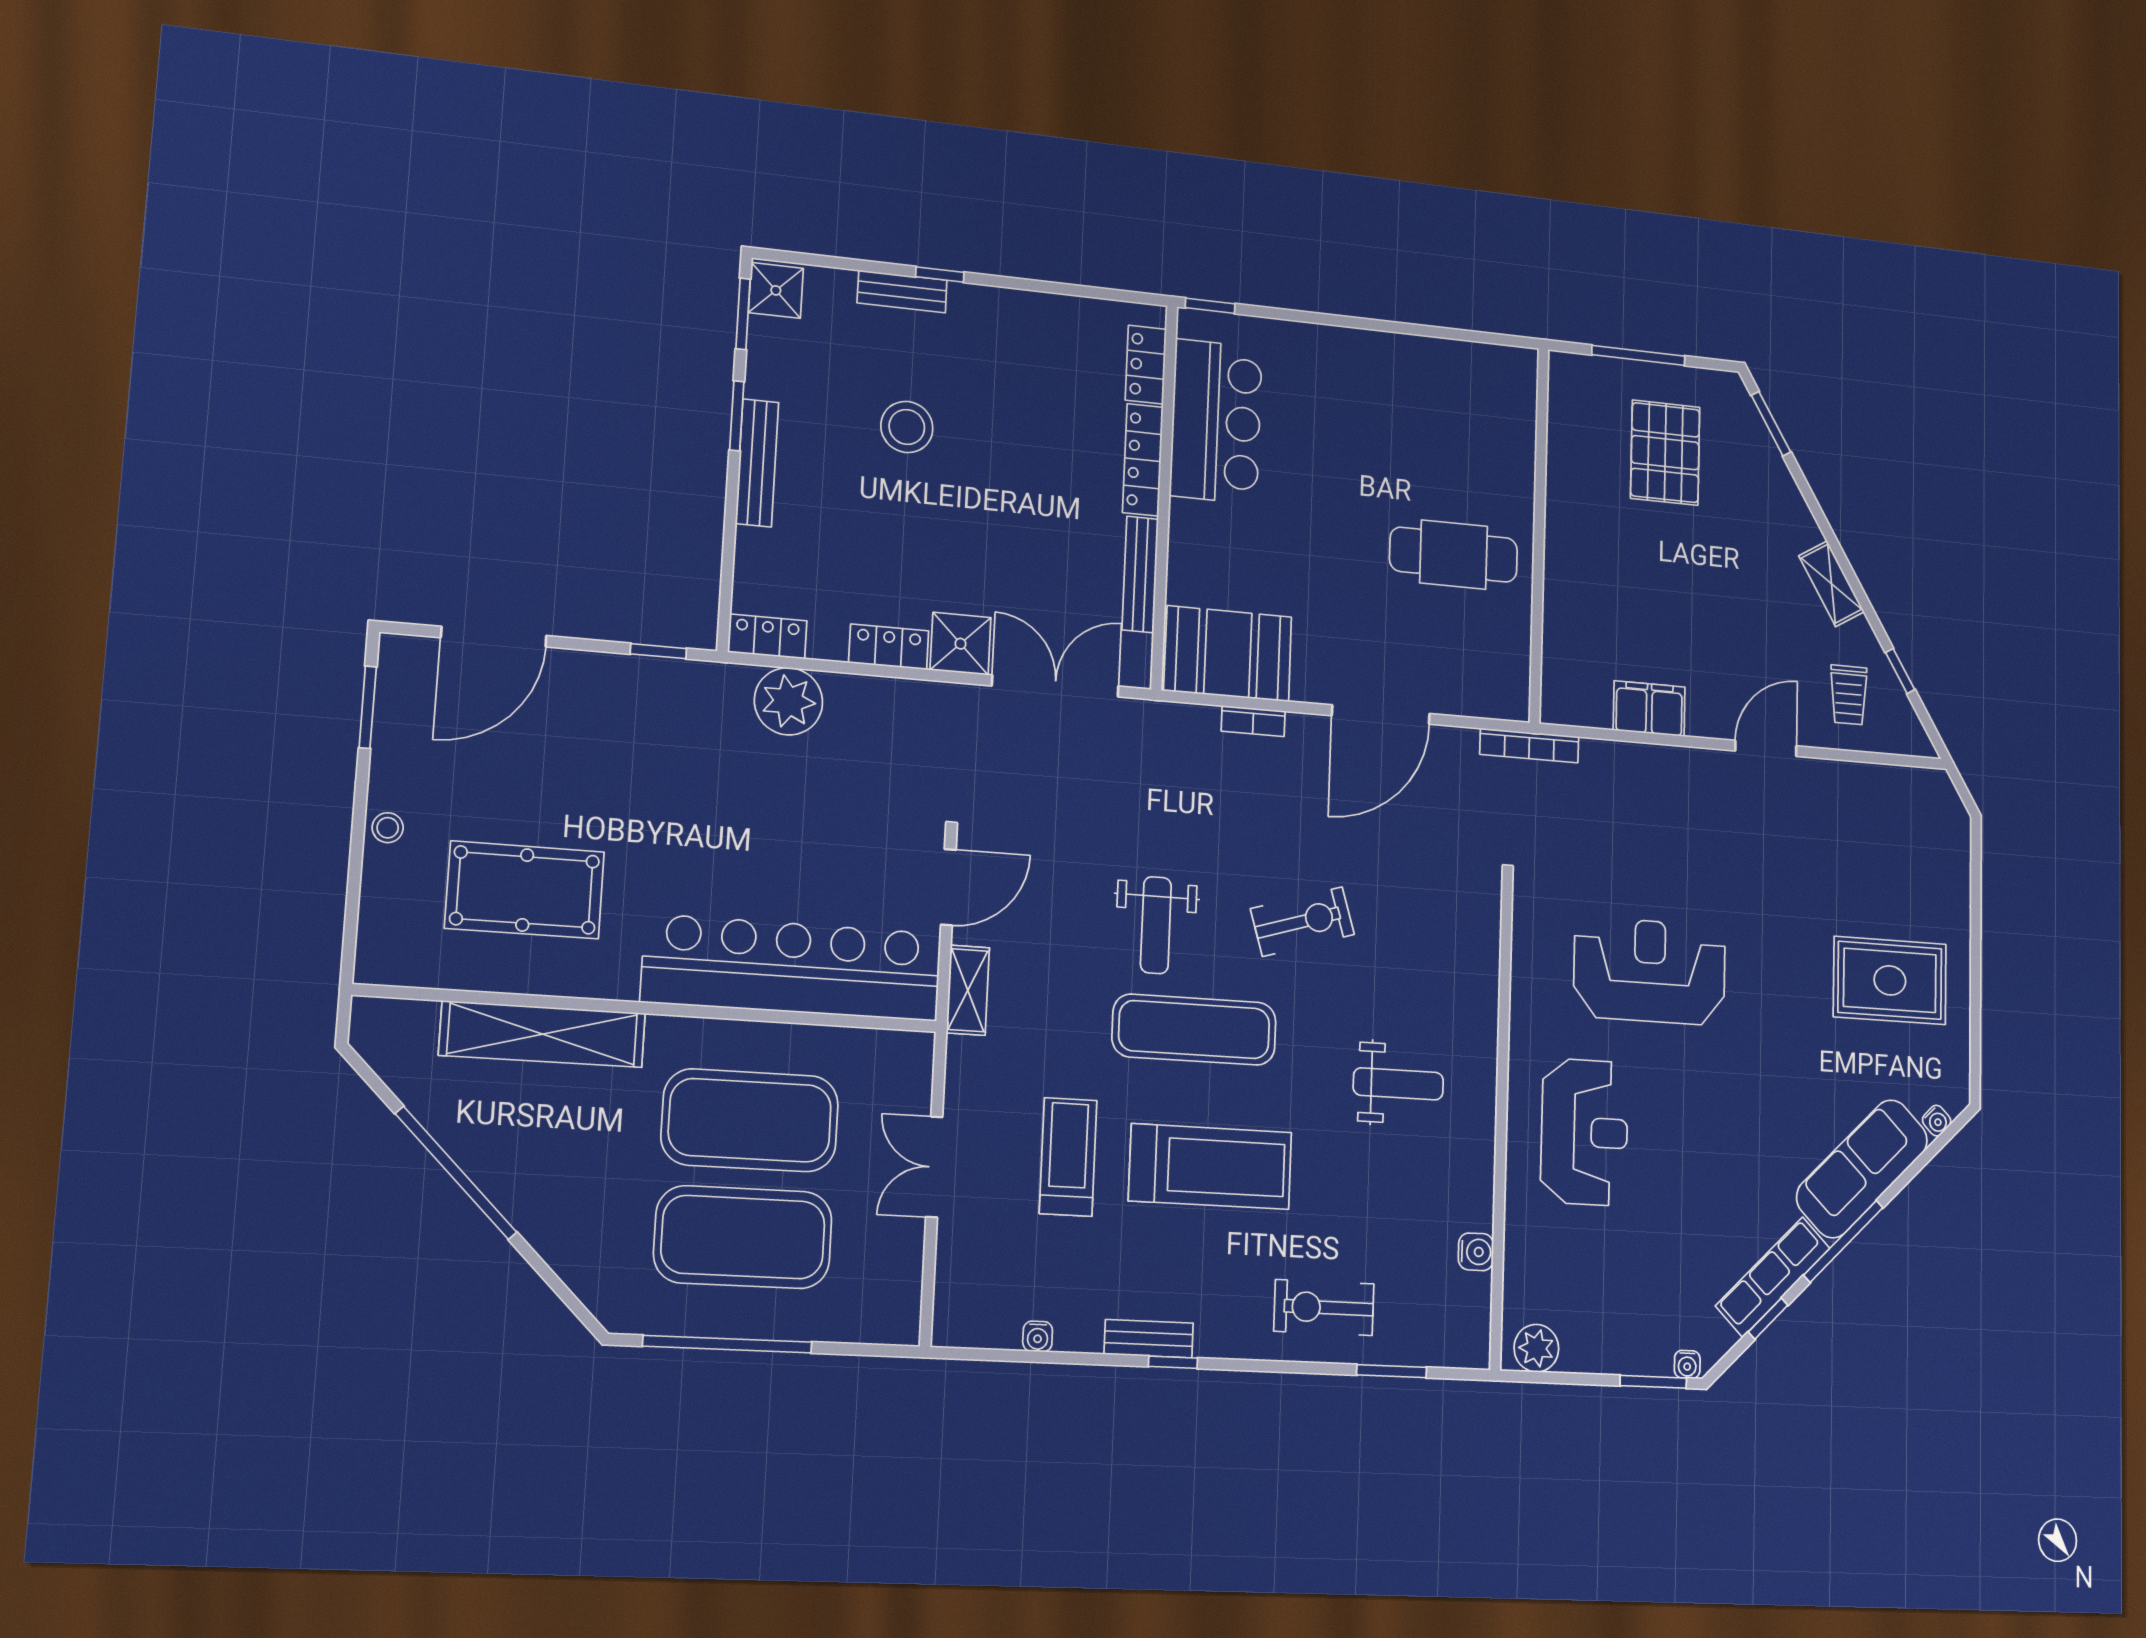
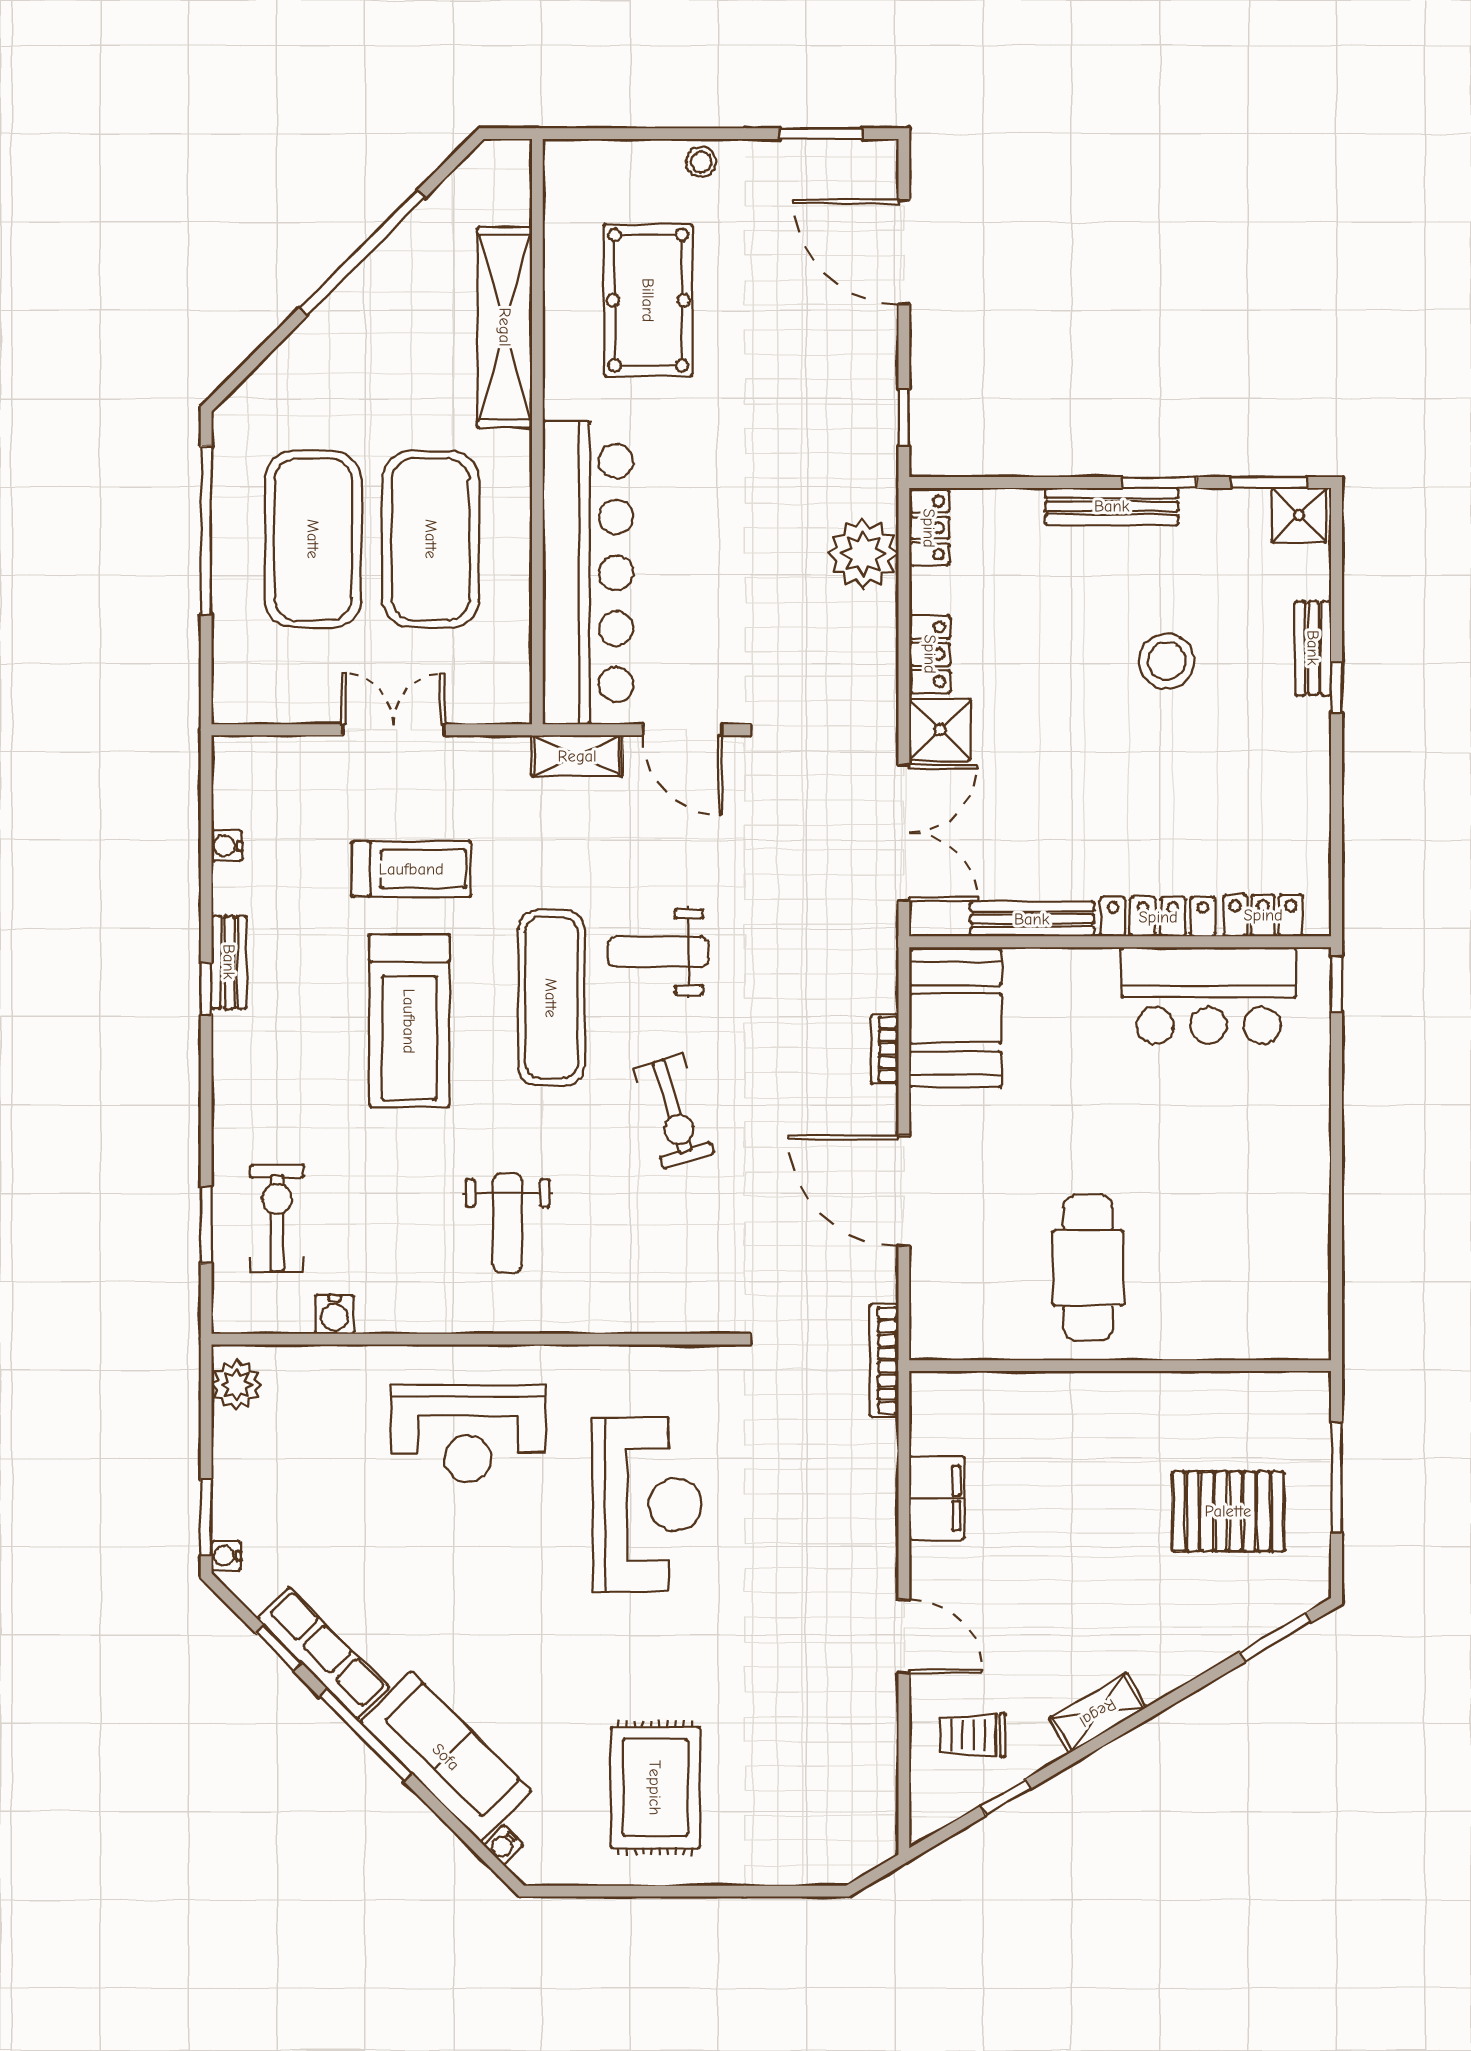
exercise bike: (1324, 1307) -> (277, 1218), moved

